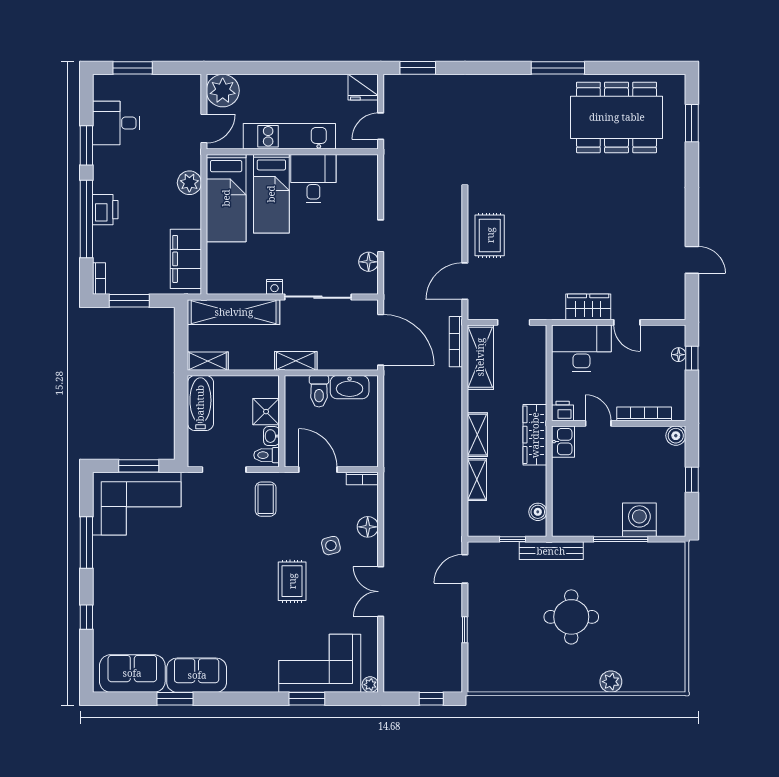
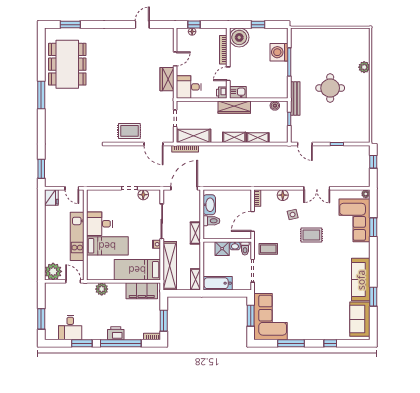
bed: (226, 198) -> (137, 270), moved, turned 180
desk: (581, 348) -> (189, 87), width x0.73
boiler: (676, 436) -> (239, 37), width x1.86, depth x1.86
sofa: (197, 675) -> (361, 280), width x1.36

